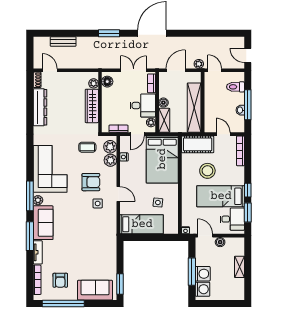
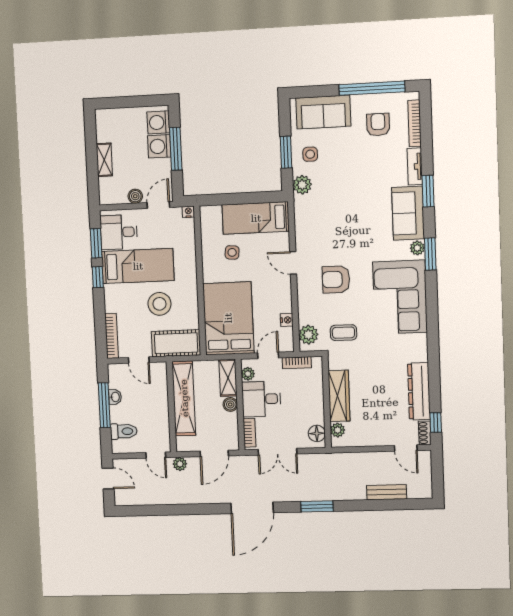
window: (30, 86) -> (436, 423), added
plant: (110, 160) -> (302, 185), moved
window: (30, 196) -> (430, 254), width x0.69
side table: (98, 203) -> (310, 154), moved
window: (30, 236) -> (428, 191), width x0.69
door: (205, 236) -> (158, 205), swing flipped
window: (120, 284) -> (286, 152), moved

